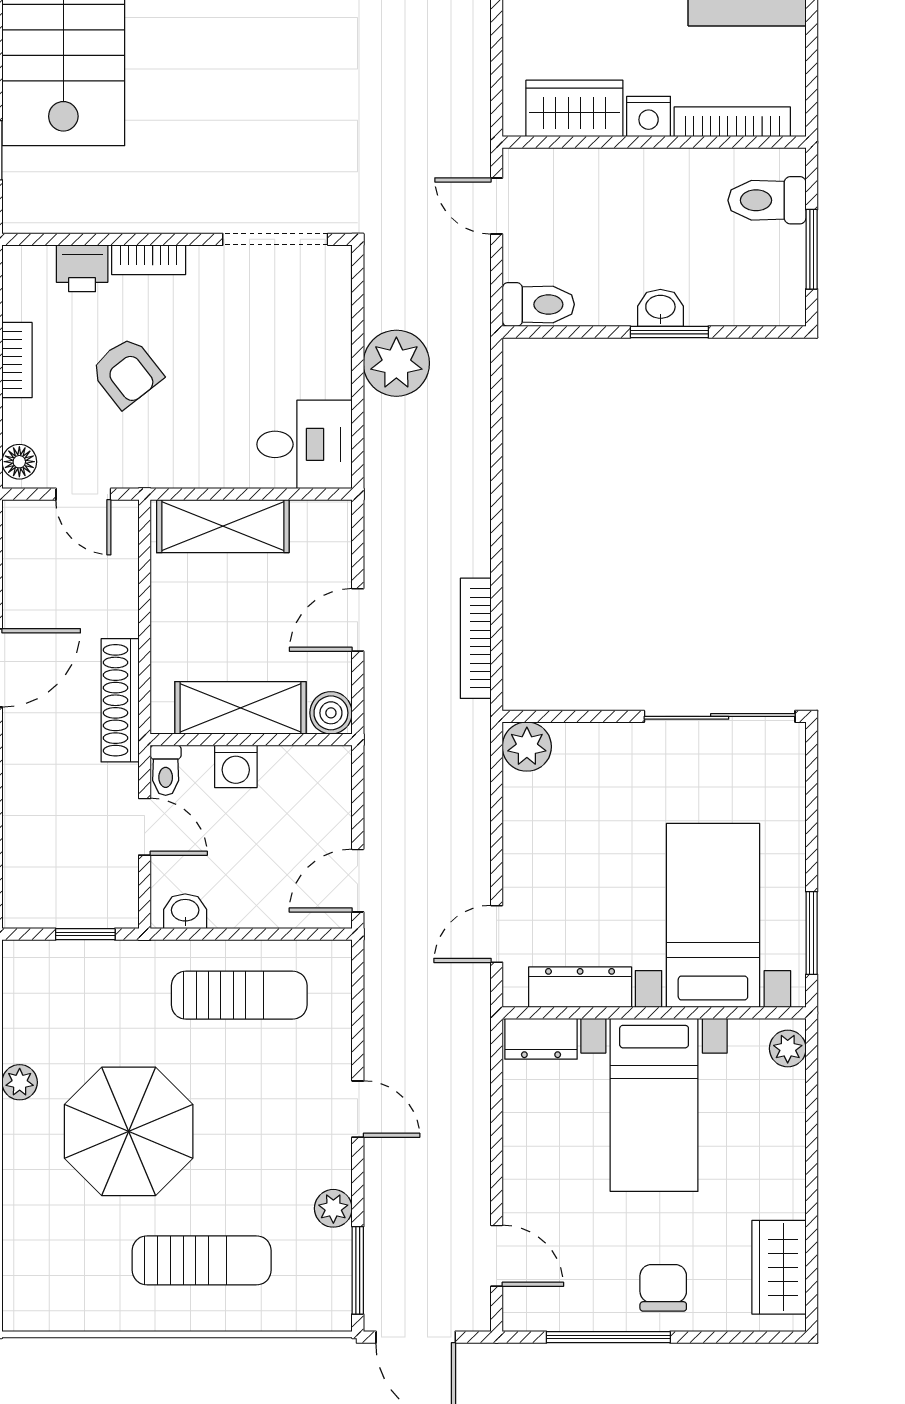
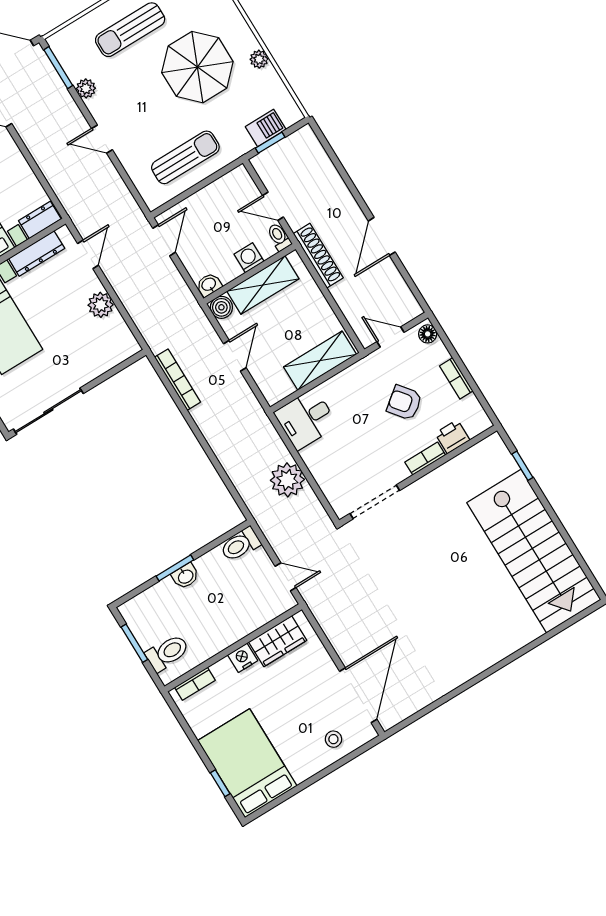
bookcase: (732, 122) -> (195, 684), width x0.64
plant: (527, 747) -> (101, 305), moved
washbasin: (185, 911) -> (209, 285), moved, turned 180
barbecue: (78, 963) -> (266, 128), added
sun lounger: (239, 995) -> (185, 157), turned 180

